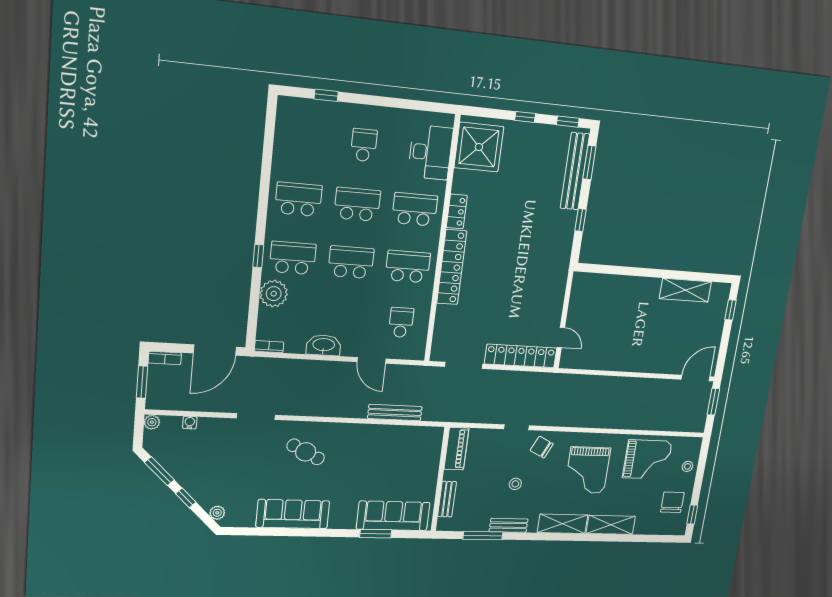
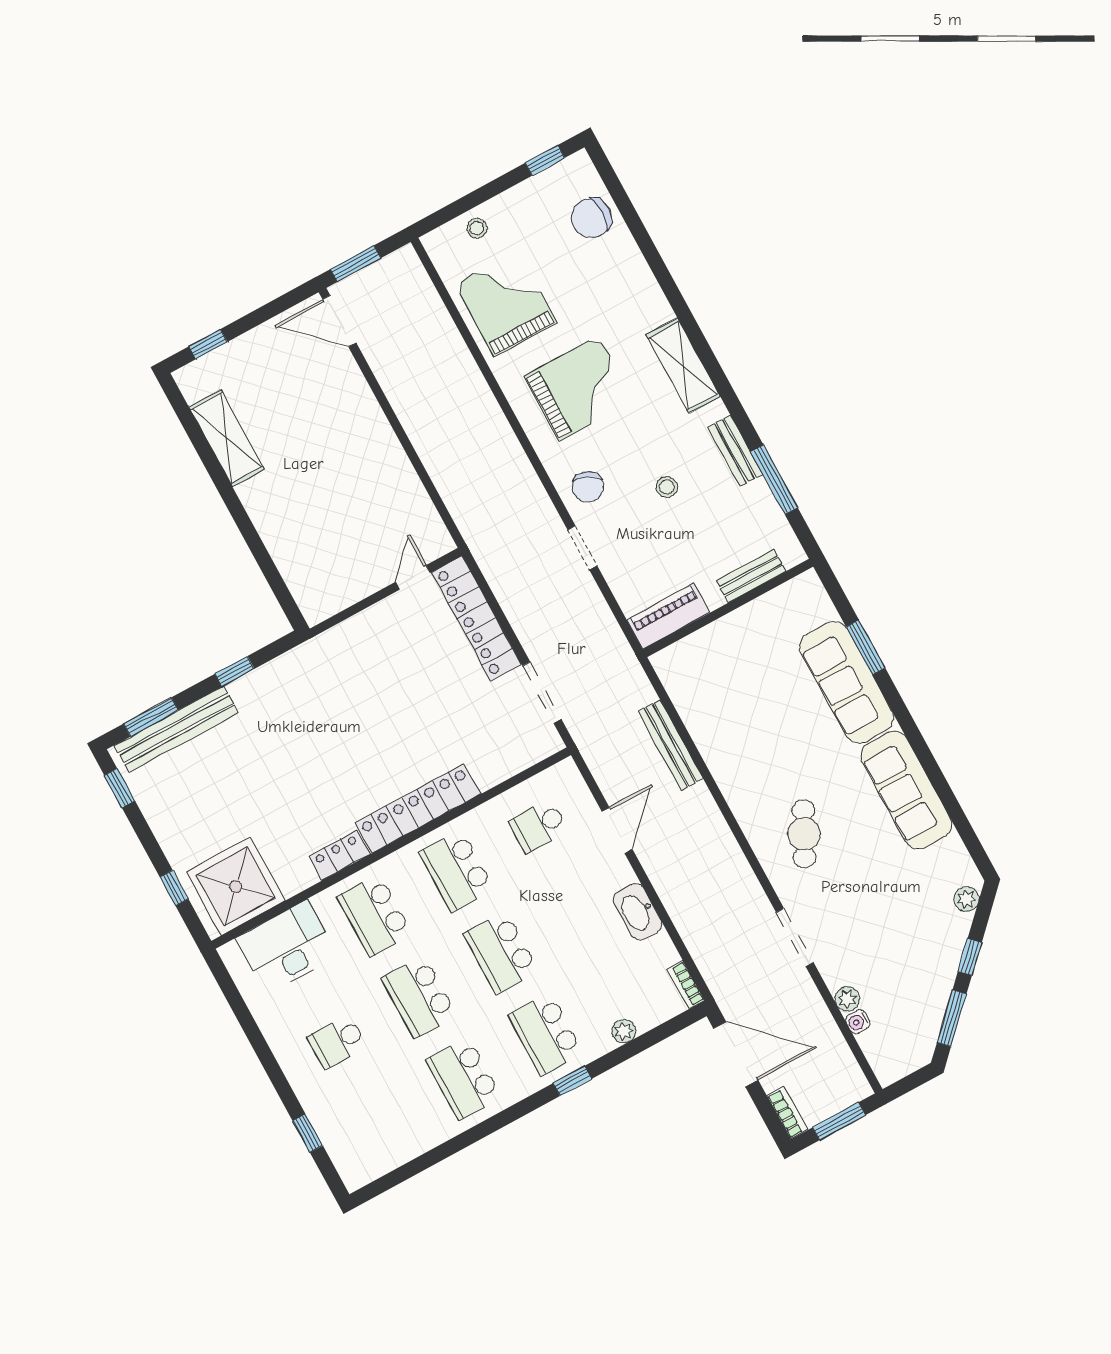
window: (525, 117) -> (174, 888), moved
plant: (274, 294) -> (624, 1031), width x0.53, depth x0.53
plant: (152, 422) -> (847, 999), moved
chair: (672, 502) -> (591, 218), moved
sofa: (393, 516) -> (847, 682), moved
shelving: (611, 525) -> (640, 285), removed

